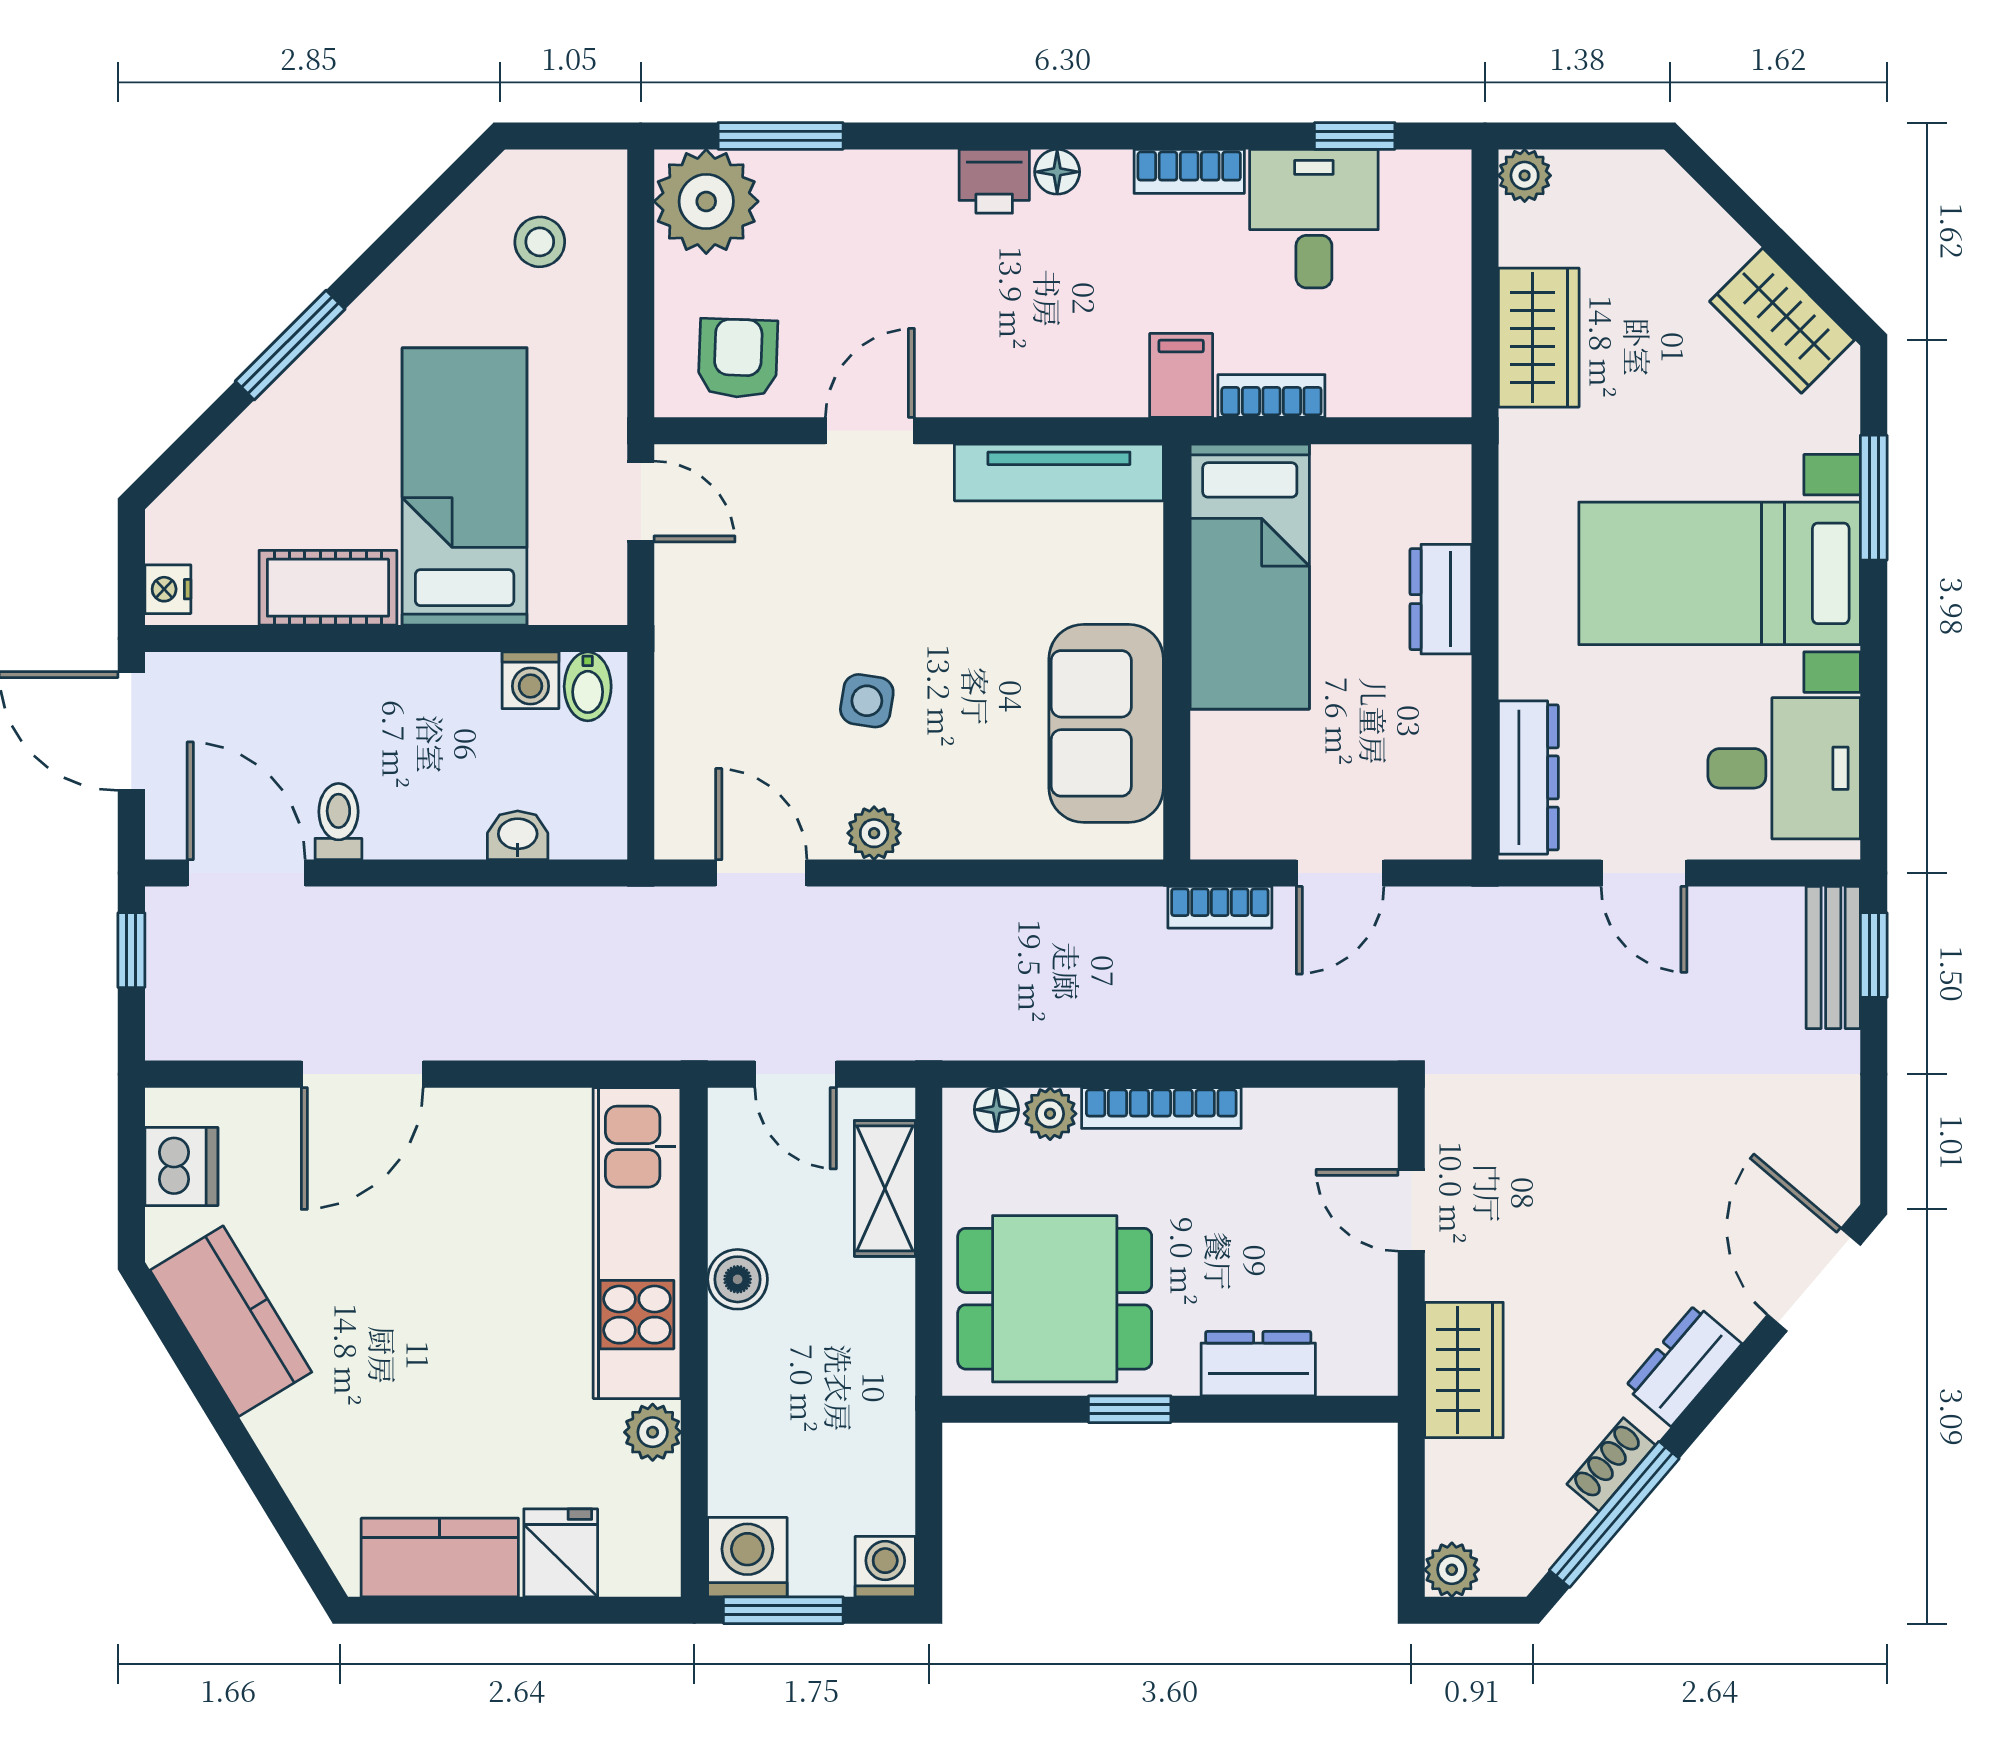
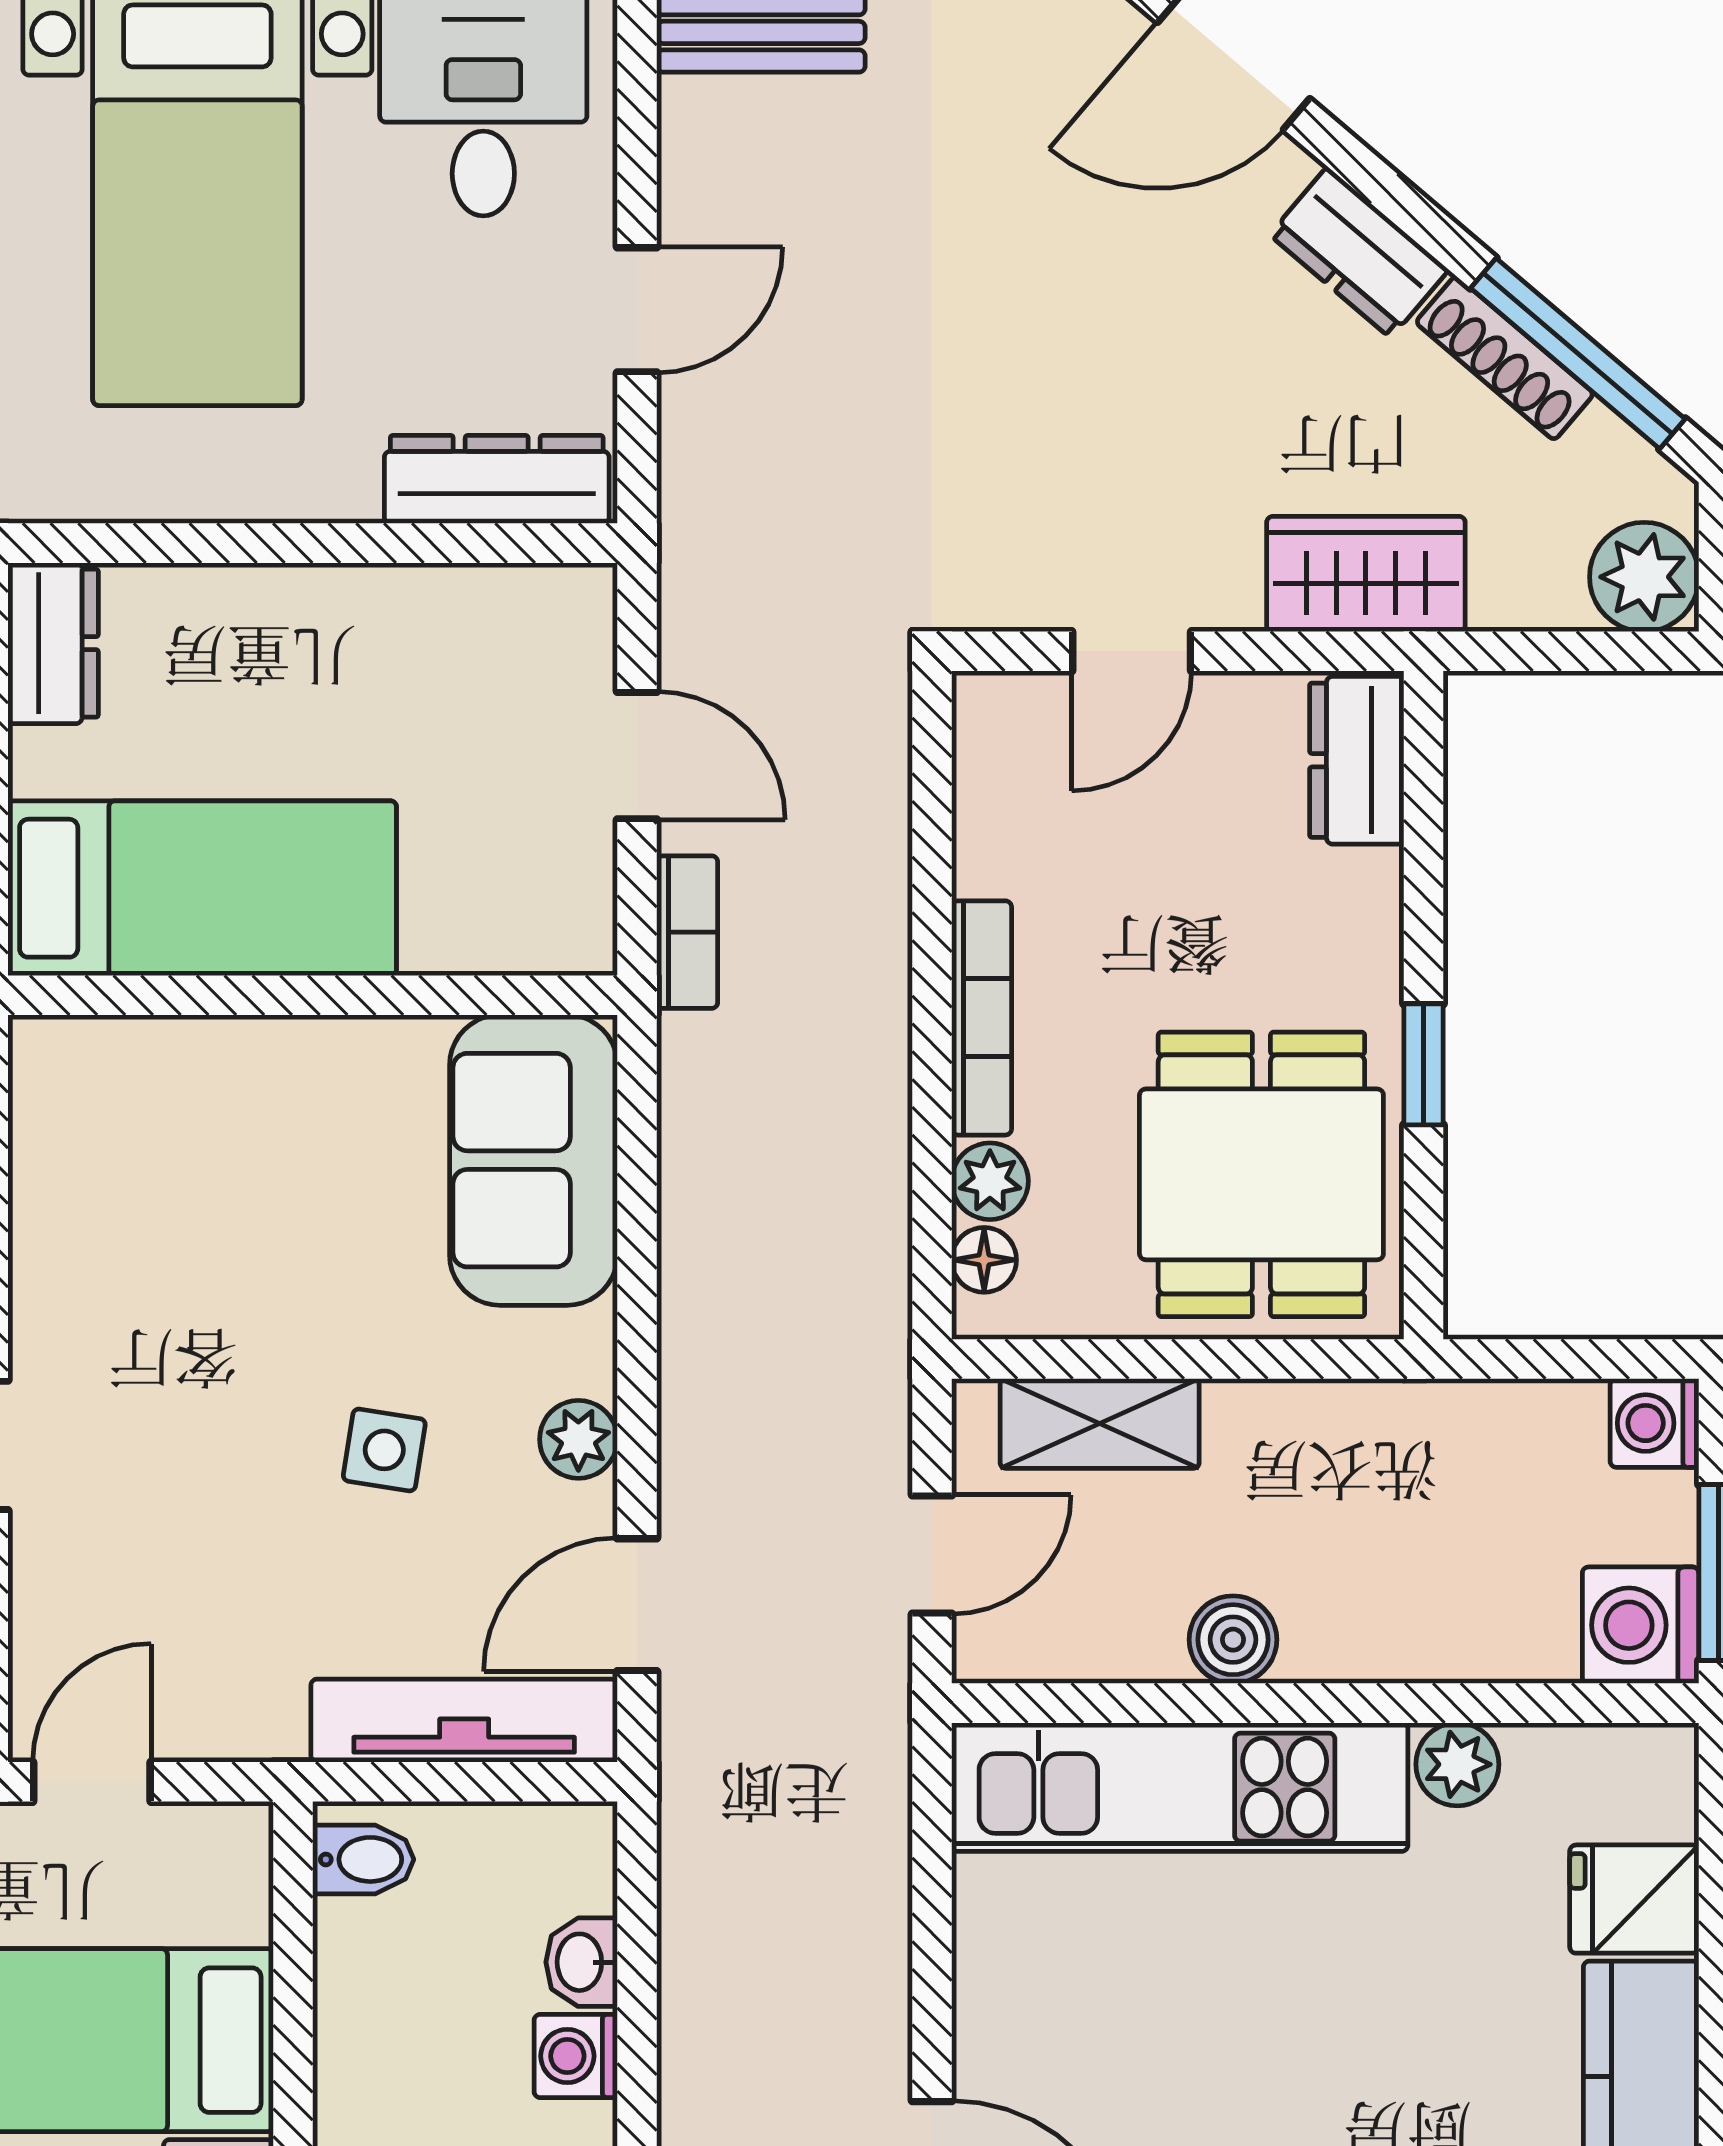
tv unit: (1059, 472) -> (464, 1721), moved, turned -90
dresser: (1441, 599) -> (53, 643), moved, turned -90
washing machine: (530, 680) -> (576, 2056), moved, turned 180
sofa: (1106, 723) -> (533, 1160), moved, turned 90
dresser: (1258, 1364) -> (1357, 760), moved
shoe rack: (1611, 1465) -> (1505, 358), width x1.43
plant: (1452, 1570) -> (1644, 577), width x1.38, depth x1.38

